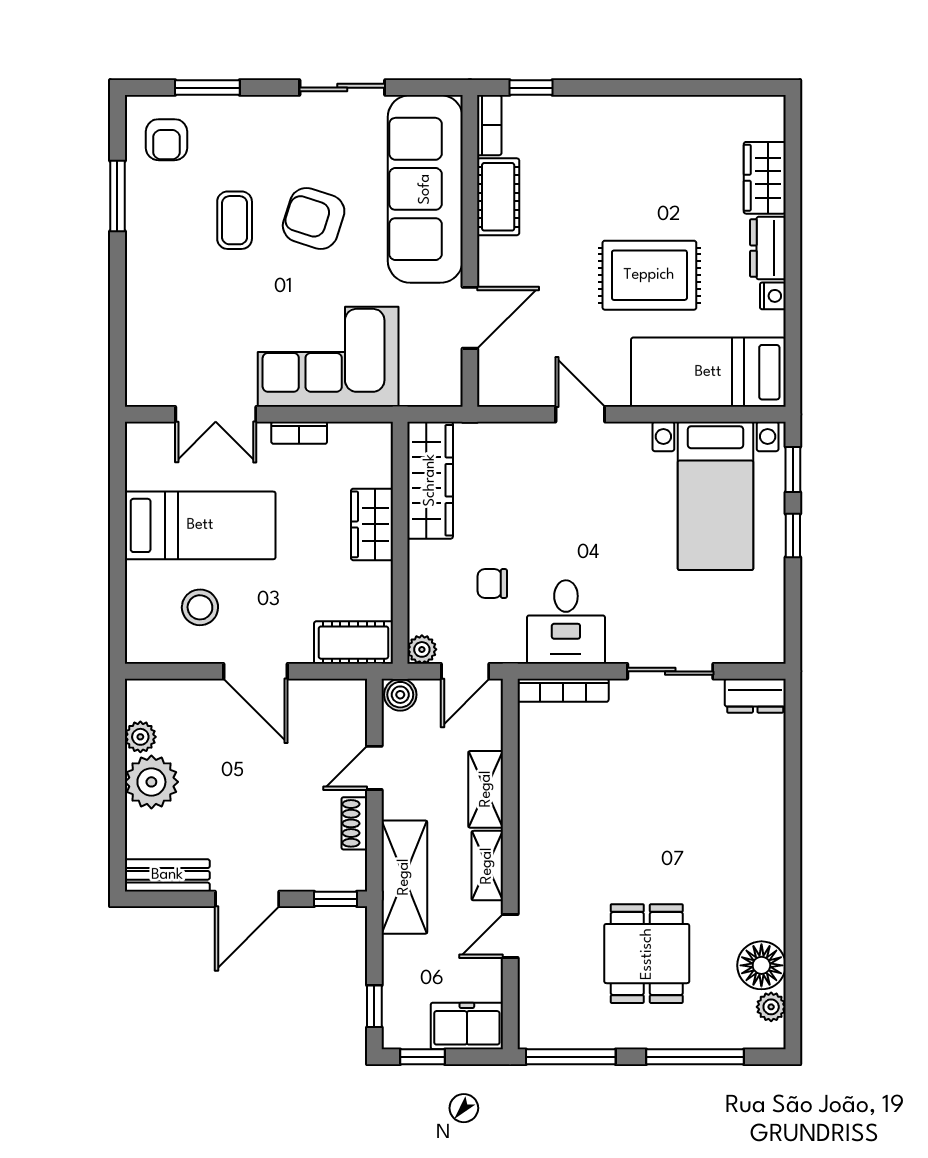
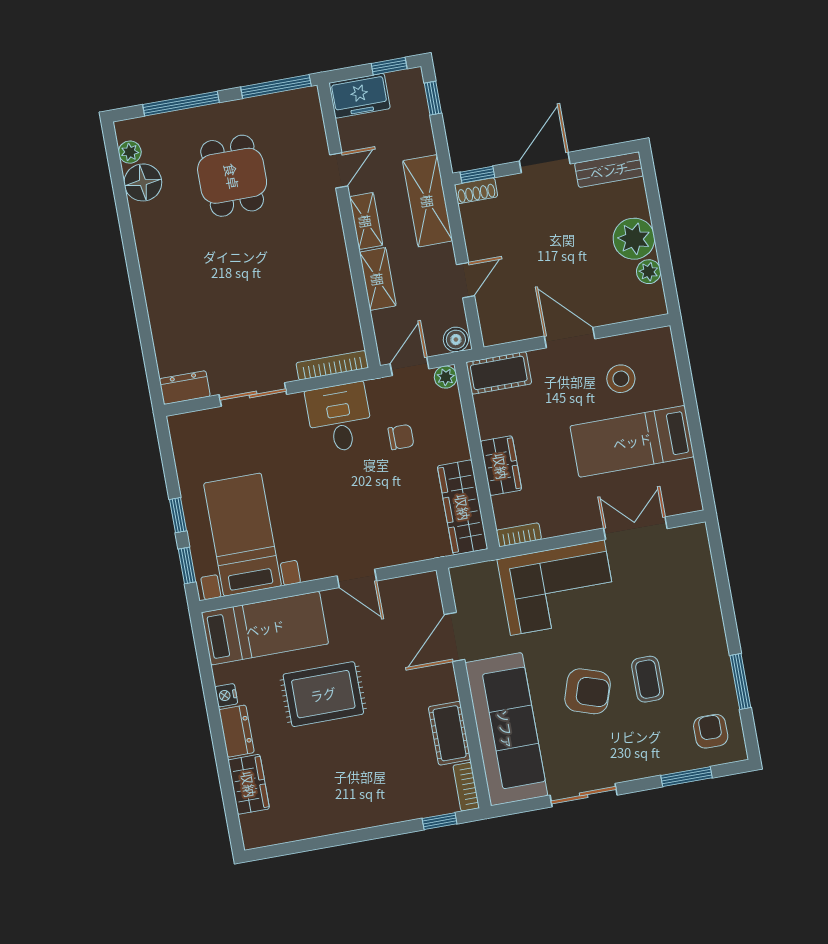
bookcase: (299, 433) -> (519, 535), moved
shoe rack: (354, 823) -> (476, 191), moved, turned 90

